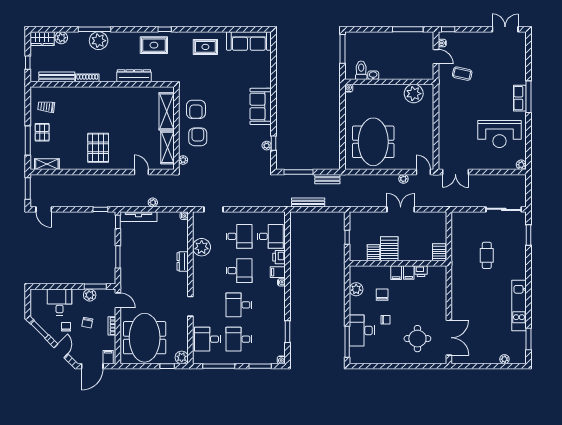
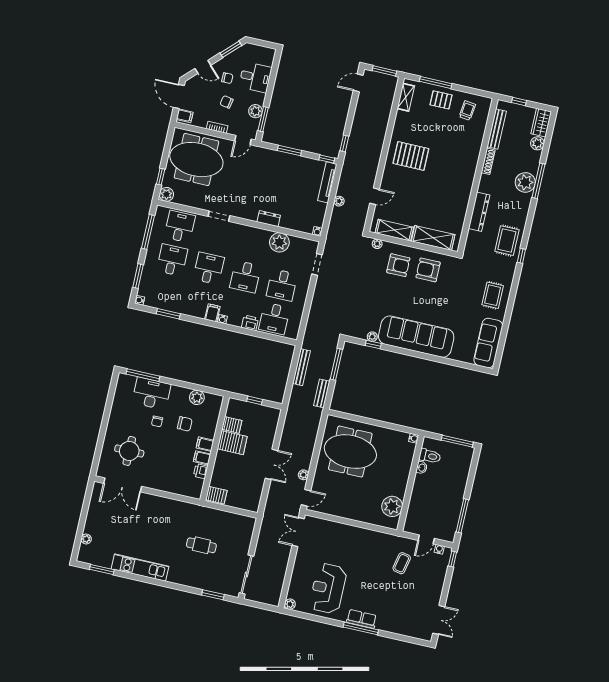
sofa: (261, 106) -> (416, 337), width x1.85, depth x1.27
filing cabinet: (278, 272) -> (212, 313), moved

